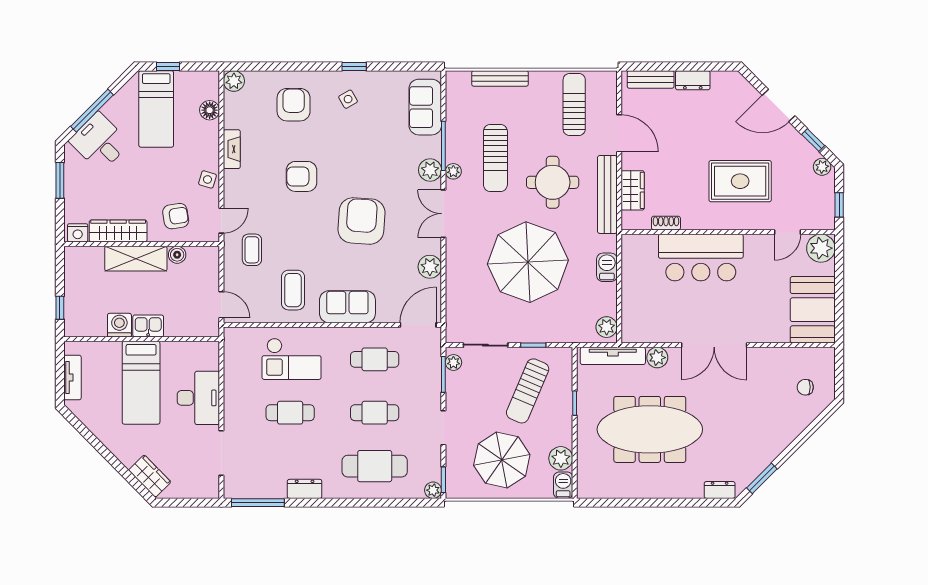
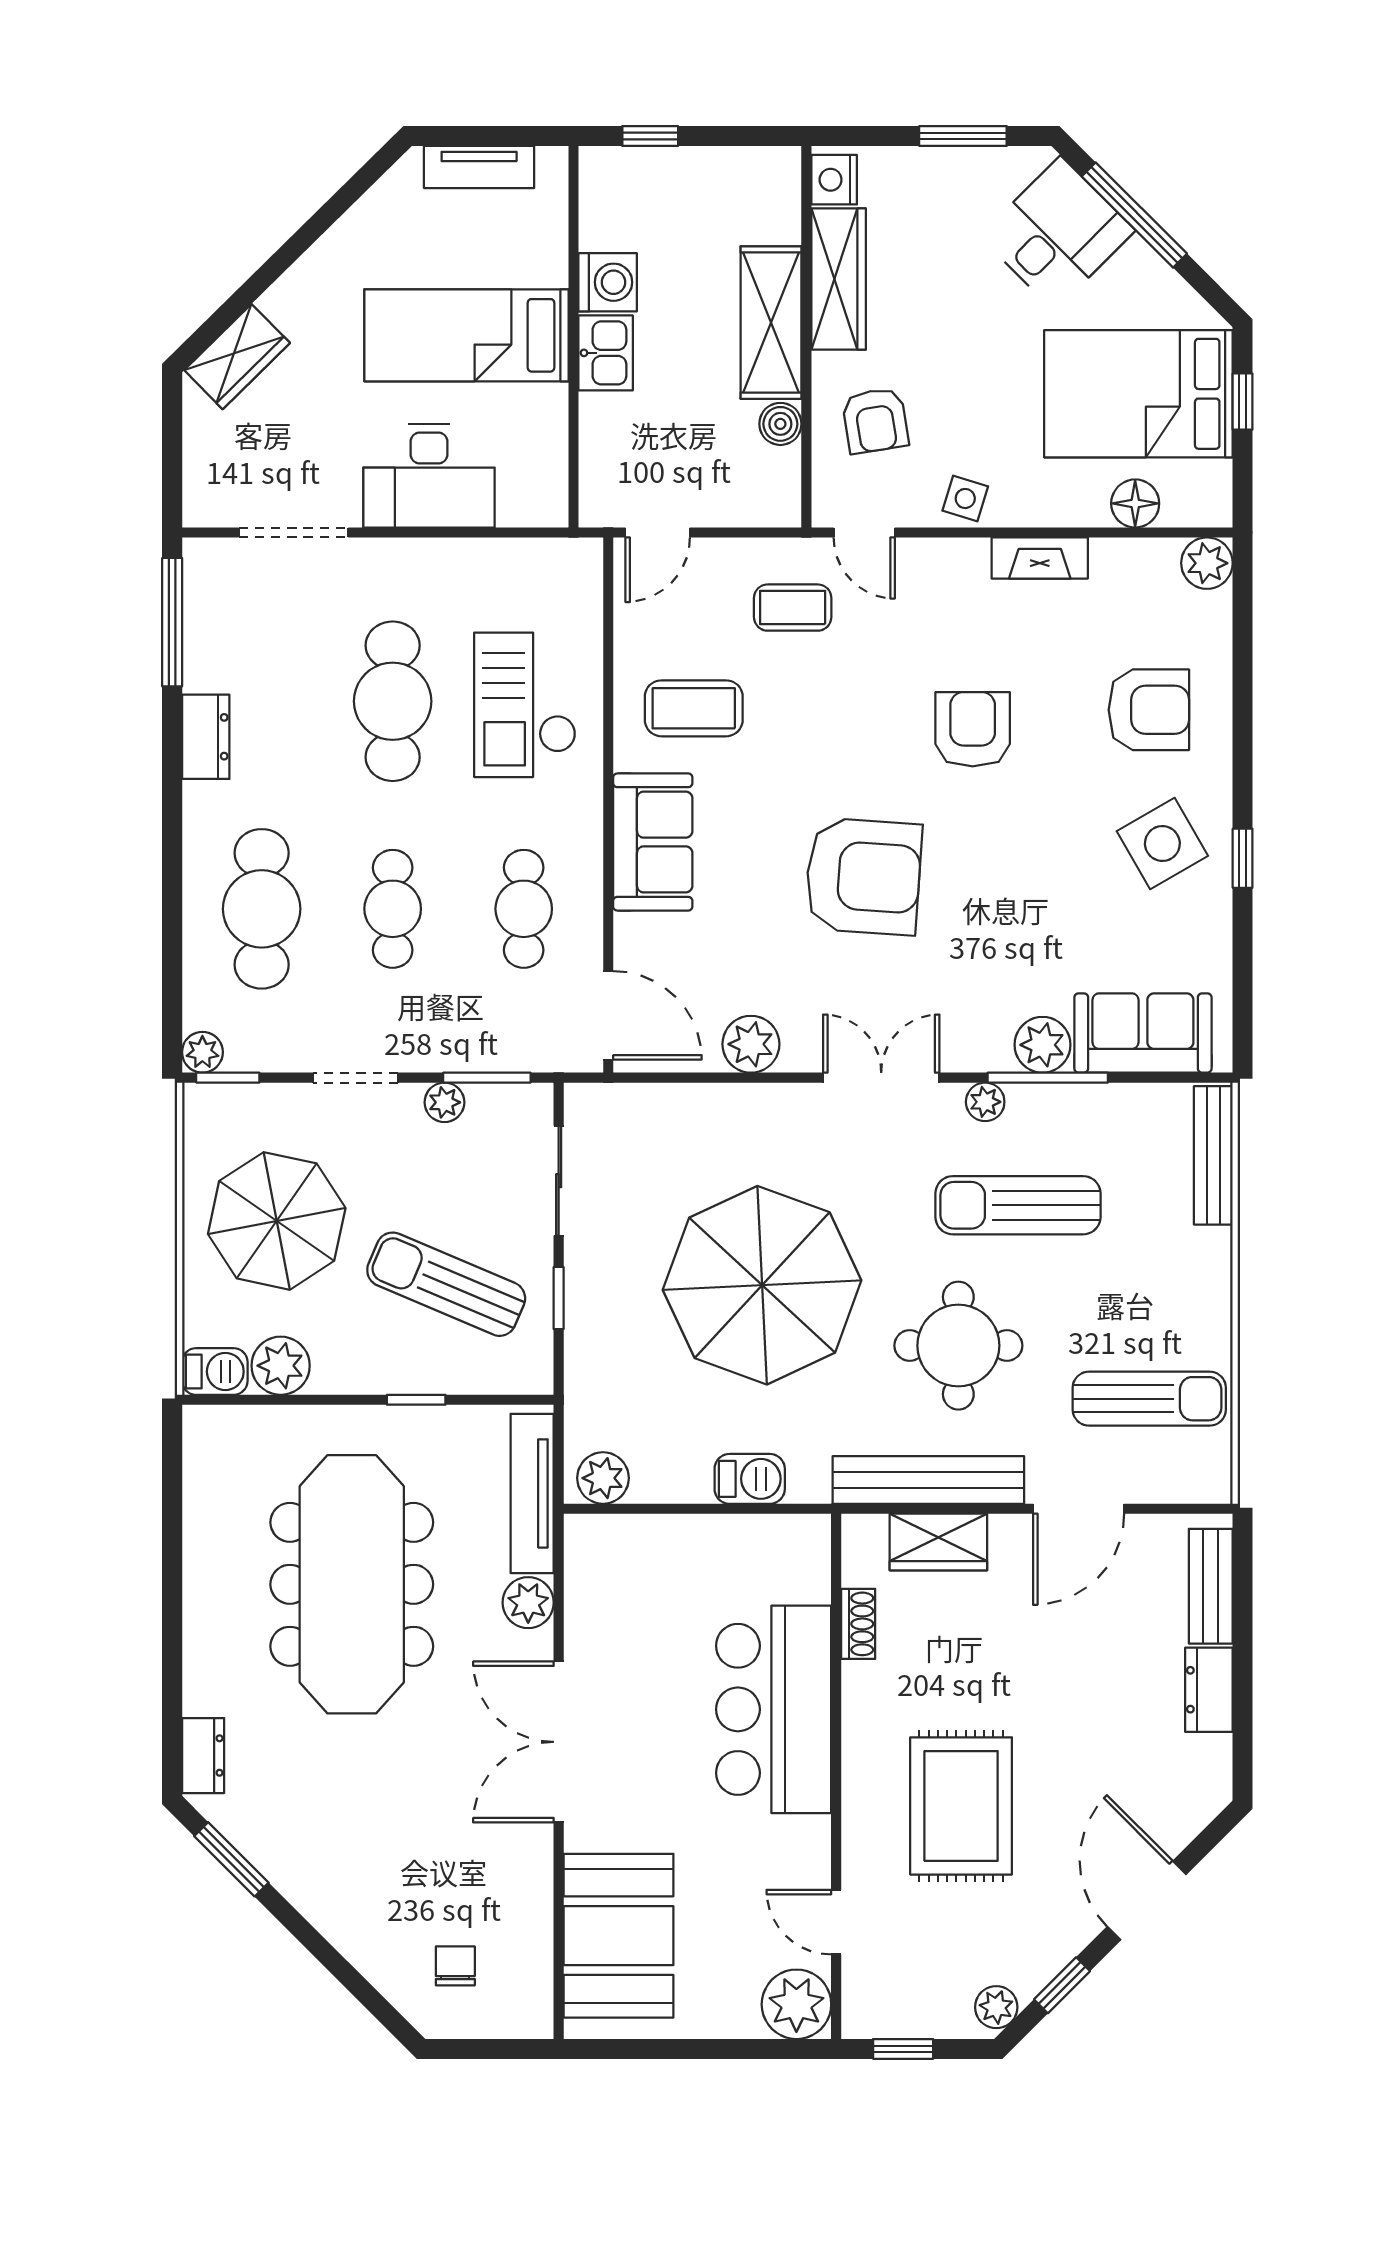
bench: (500, 78) -> (1213, 1155), moved
side table: (348, 99) -> (1162, 844), width x1.87, depth x1.87
bed: (156, 109) -> (1138, 394), width x1.50
plant: (430, 170) -> (1042, 1045), moved
booth: (813, 310) -> (619, 1936), moved, turned 90
plant: (453, 362) -> (444, 1102), moved
cafe table: (290, 413) -> (393, 701), width x1.37, depth x1.35

